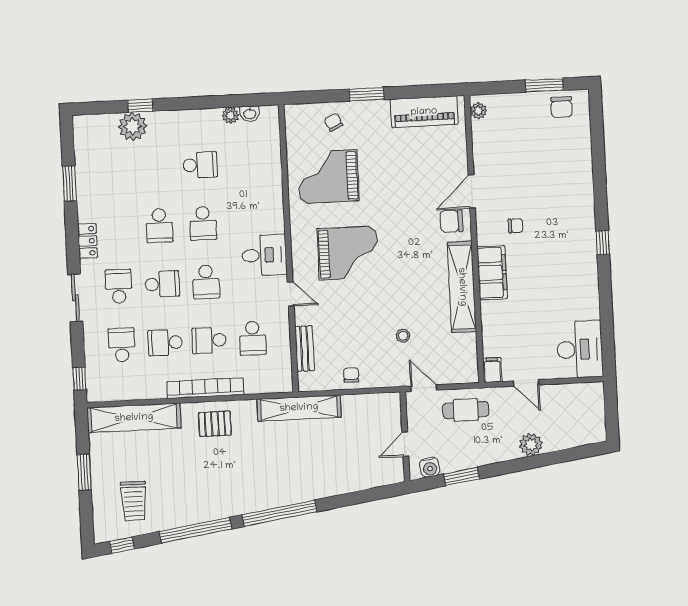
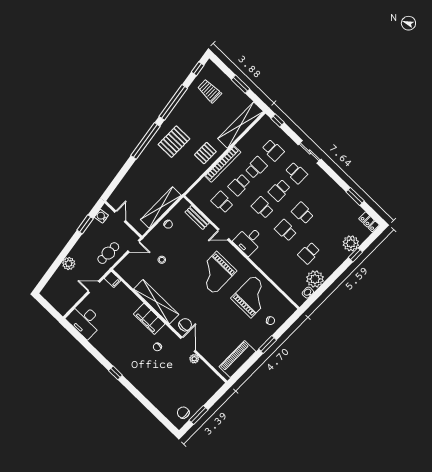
plant: (478, 111) -> (194, 359), moved
plant: (230, 115) -> (315, 279), width x1.87, depth x1.87
locker: (88, 241) -> (369, 222), moved
school desk: (209, 340) -> (239, 185), turned 180
shelving: (299, 408) -> (161, 207), moved
pallet: (243, 477) -> (174, 142), added

